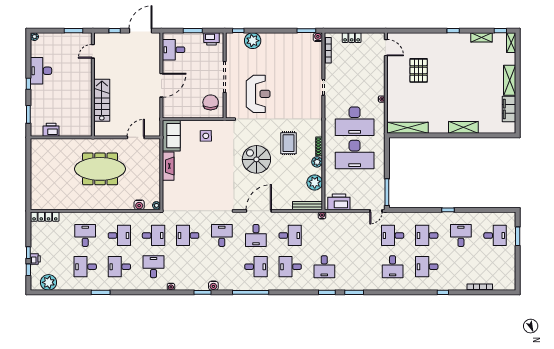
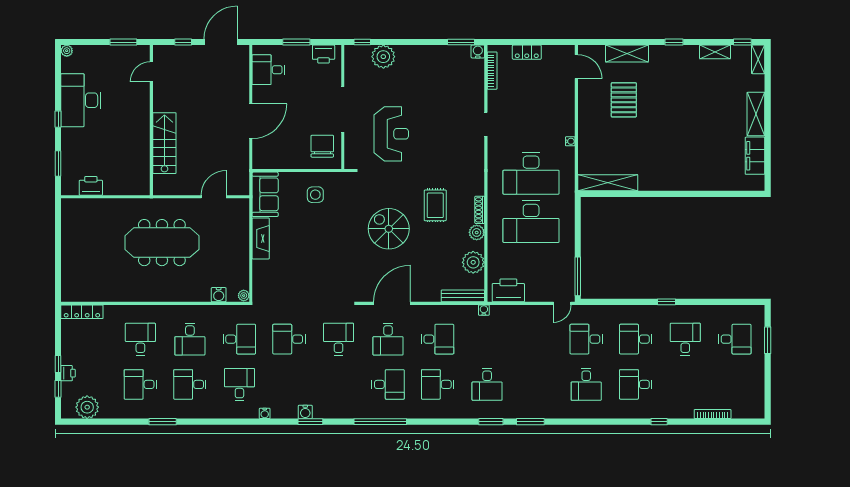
desk: (41, 71) -> (81, 100), width x1.36, depth x1.30
shelving: (463, 127) -> (627, 53), moved
desk: (119, 235) -> (190, 339), turned 90
water cooler: (213, 286) -> (305, 412), moved

